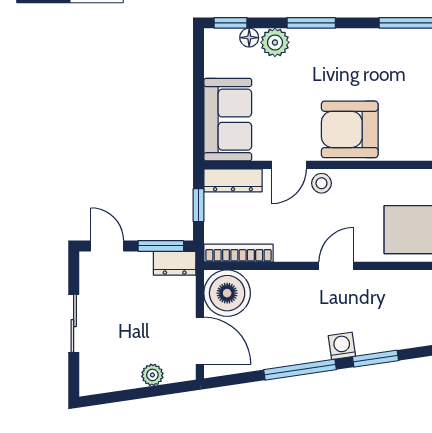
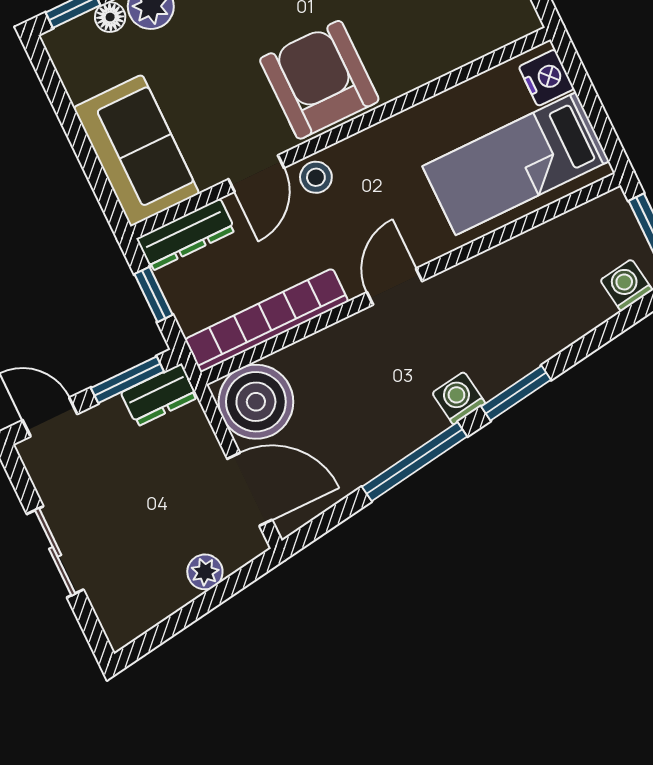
armchair: (350, 129) -> (319, 80), turned 90
bookcase: (238, 253) -> (267, 320), width x1.48, depth x1.31

